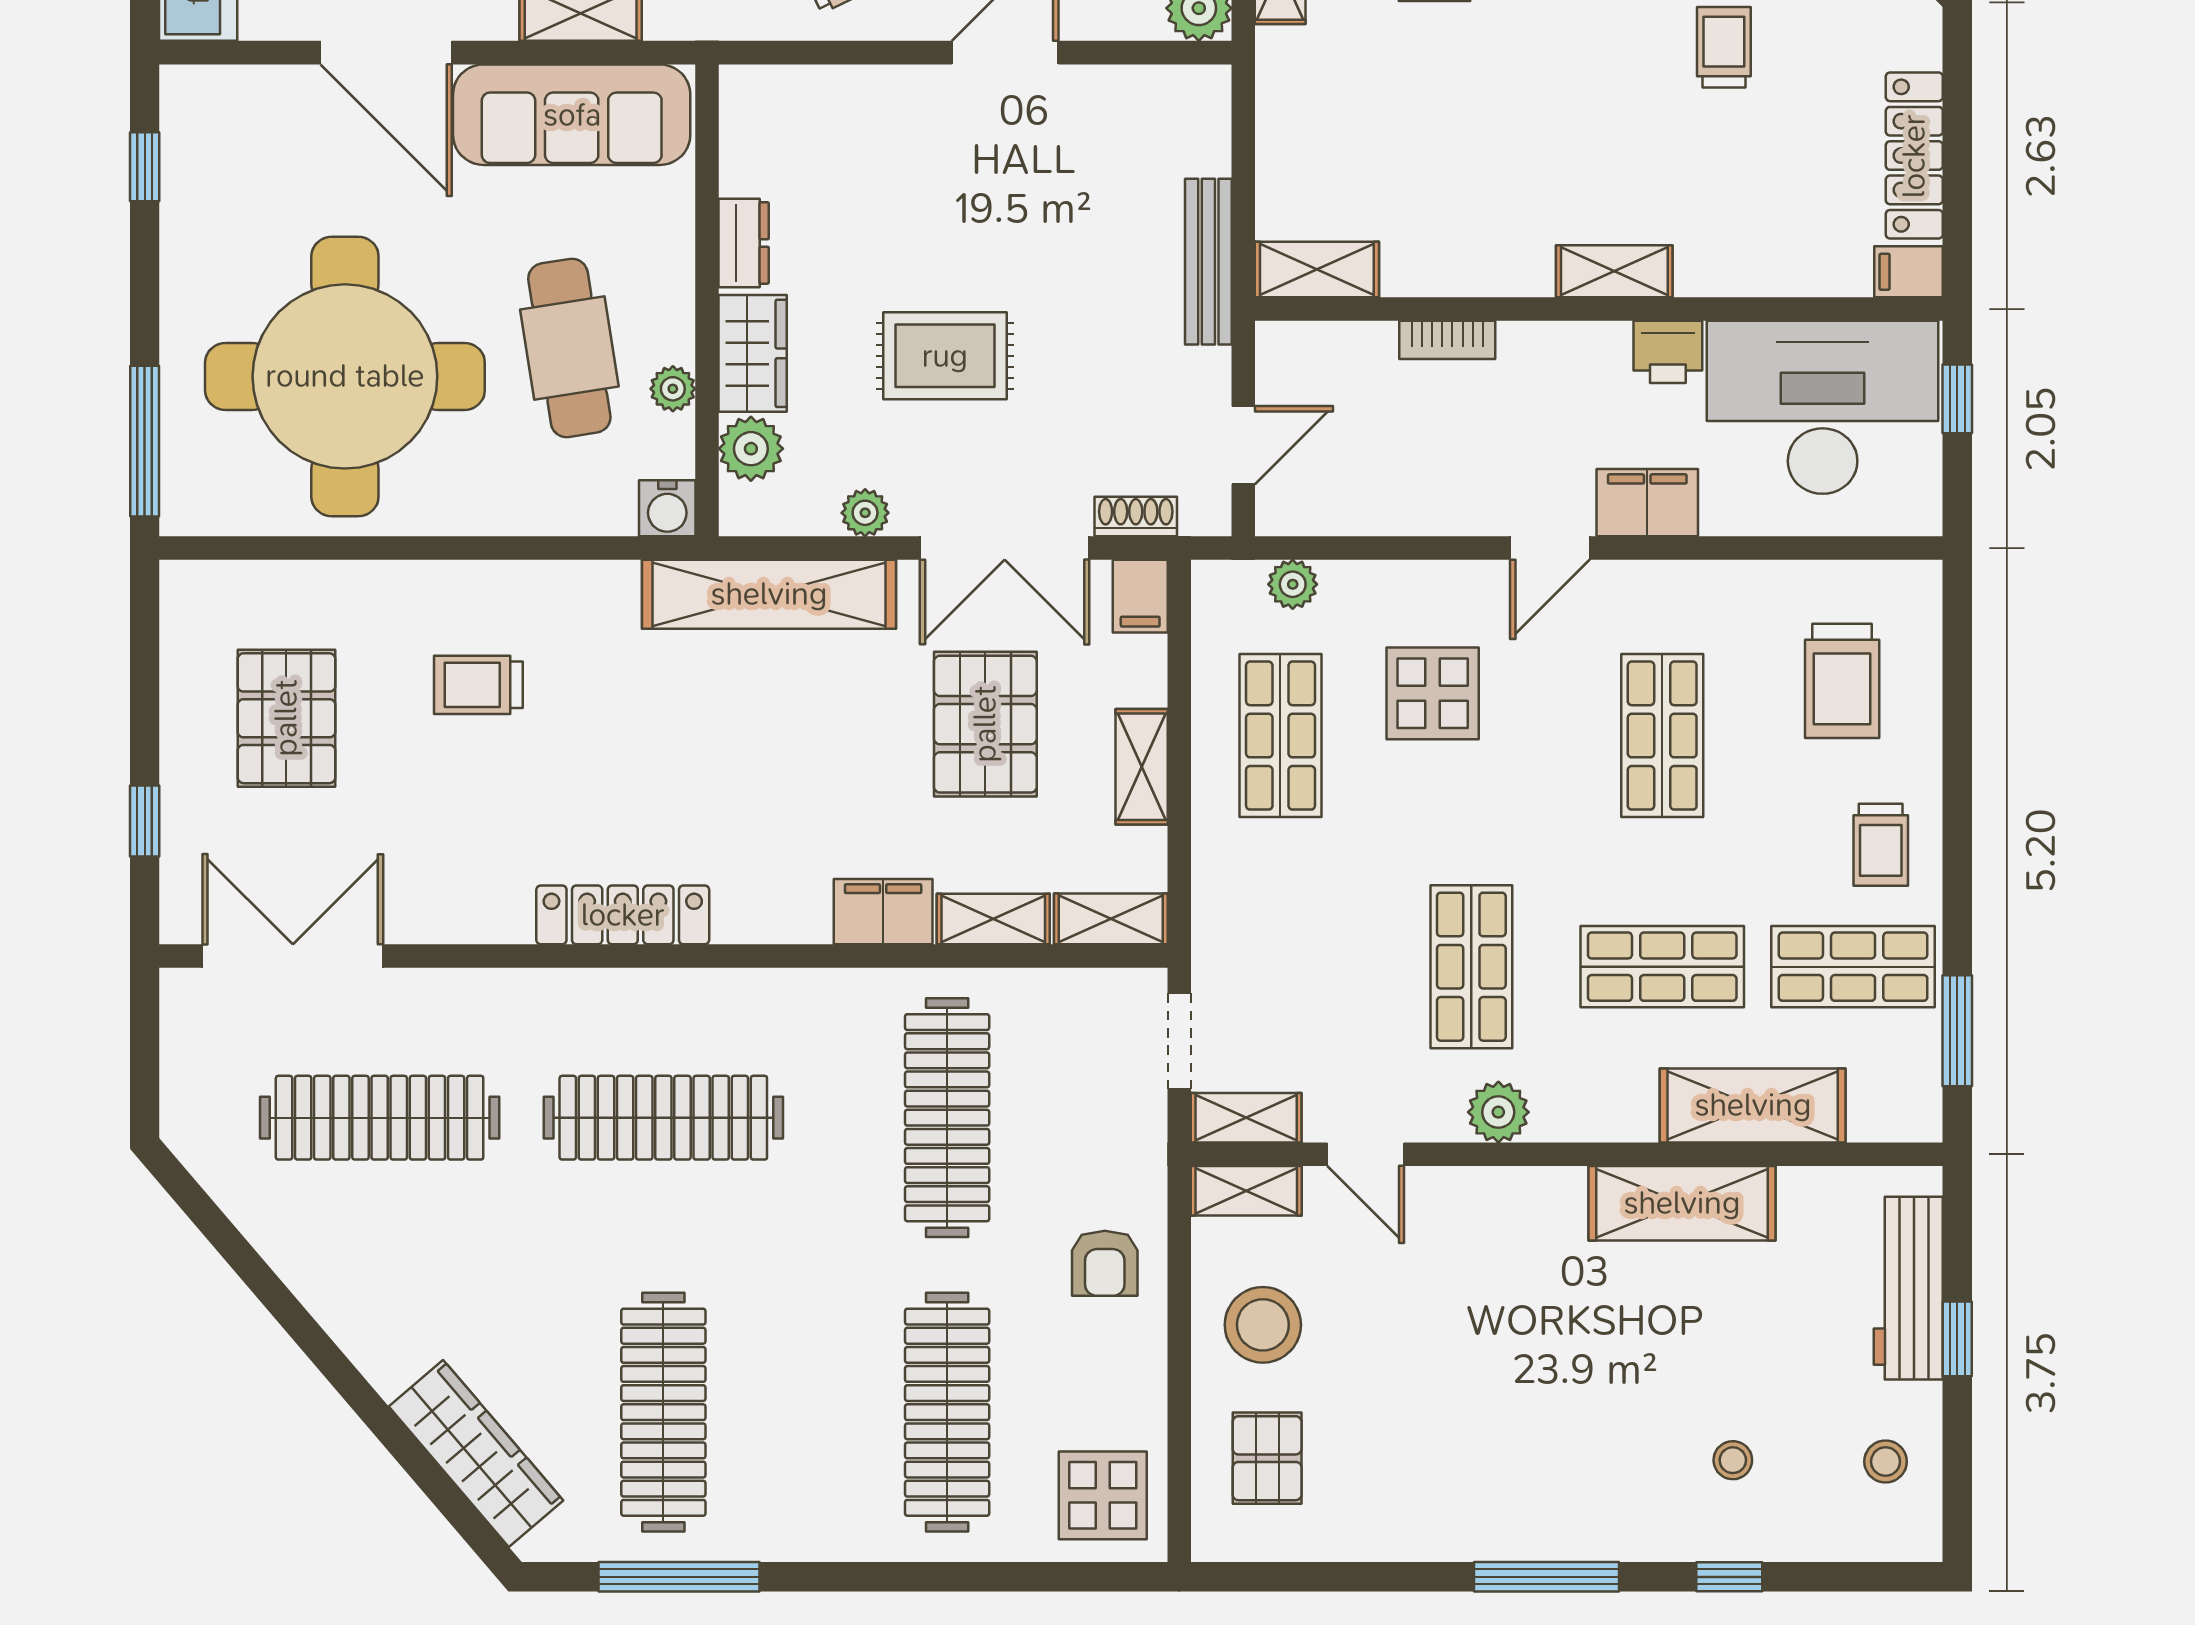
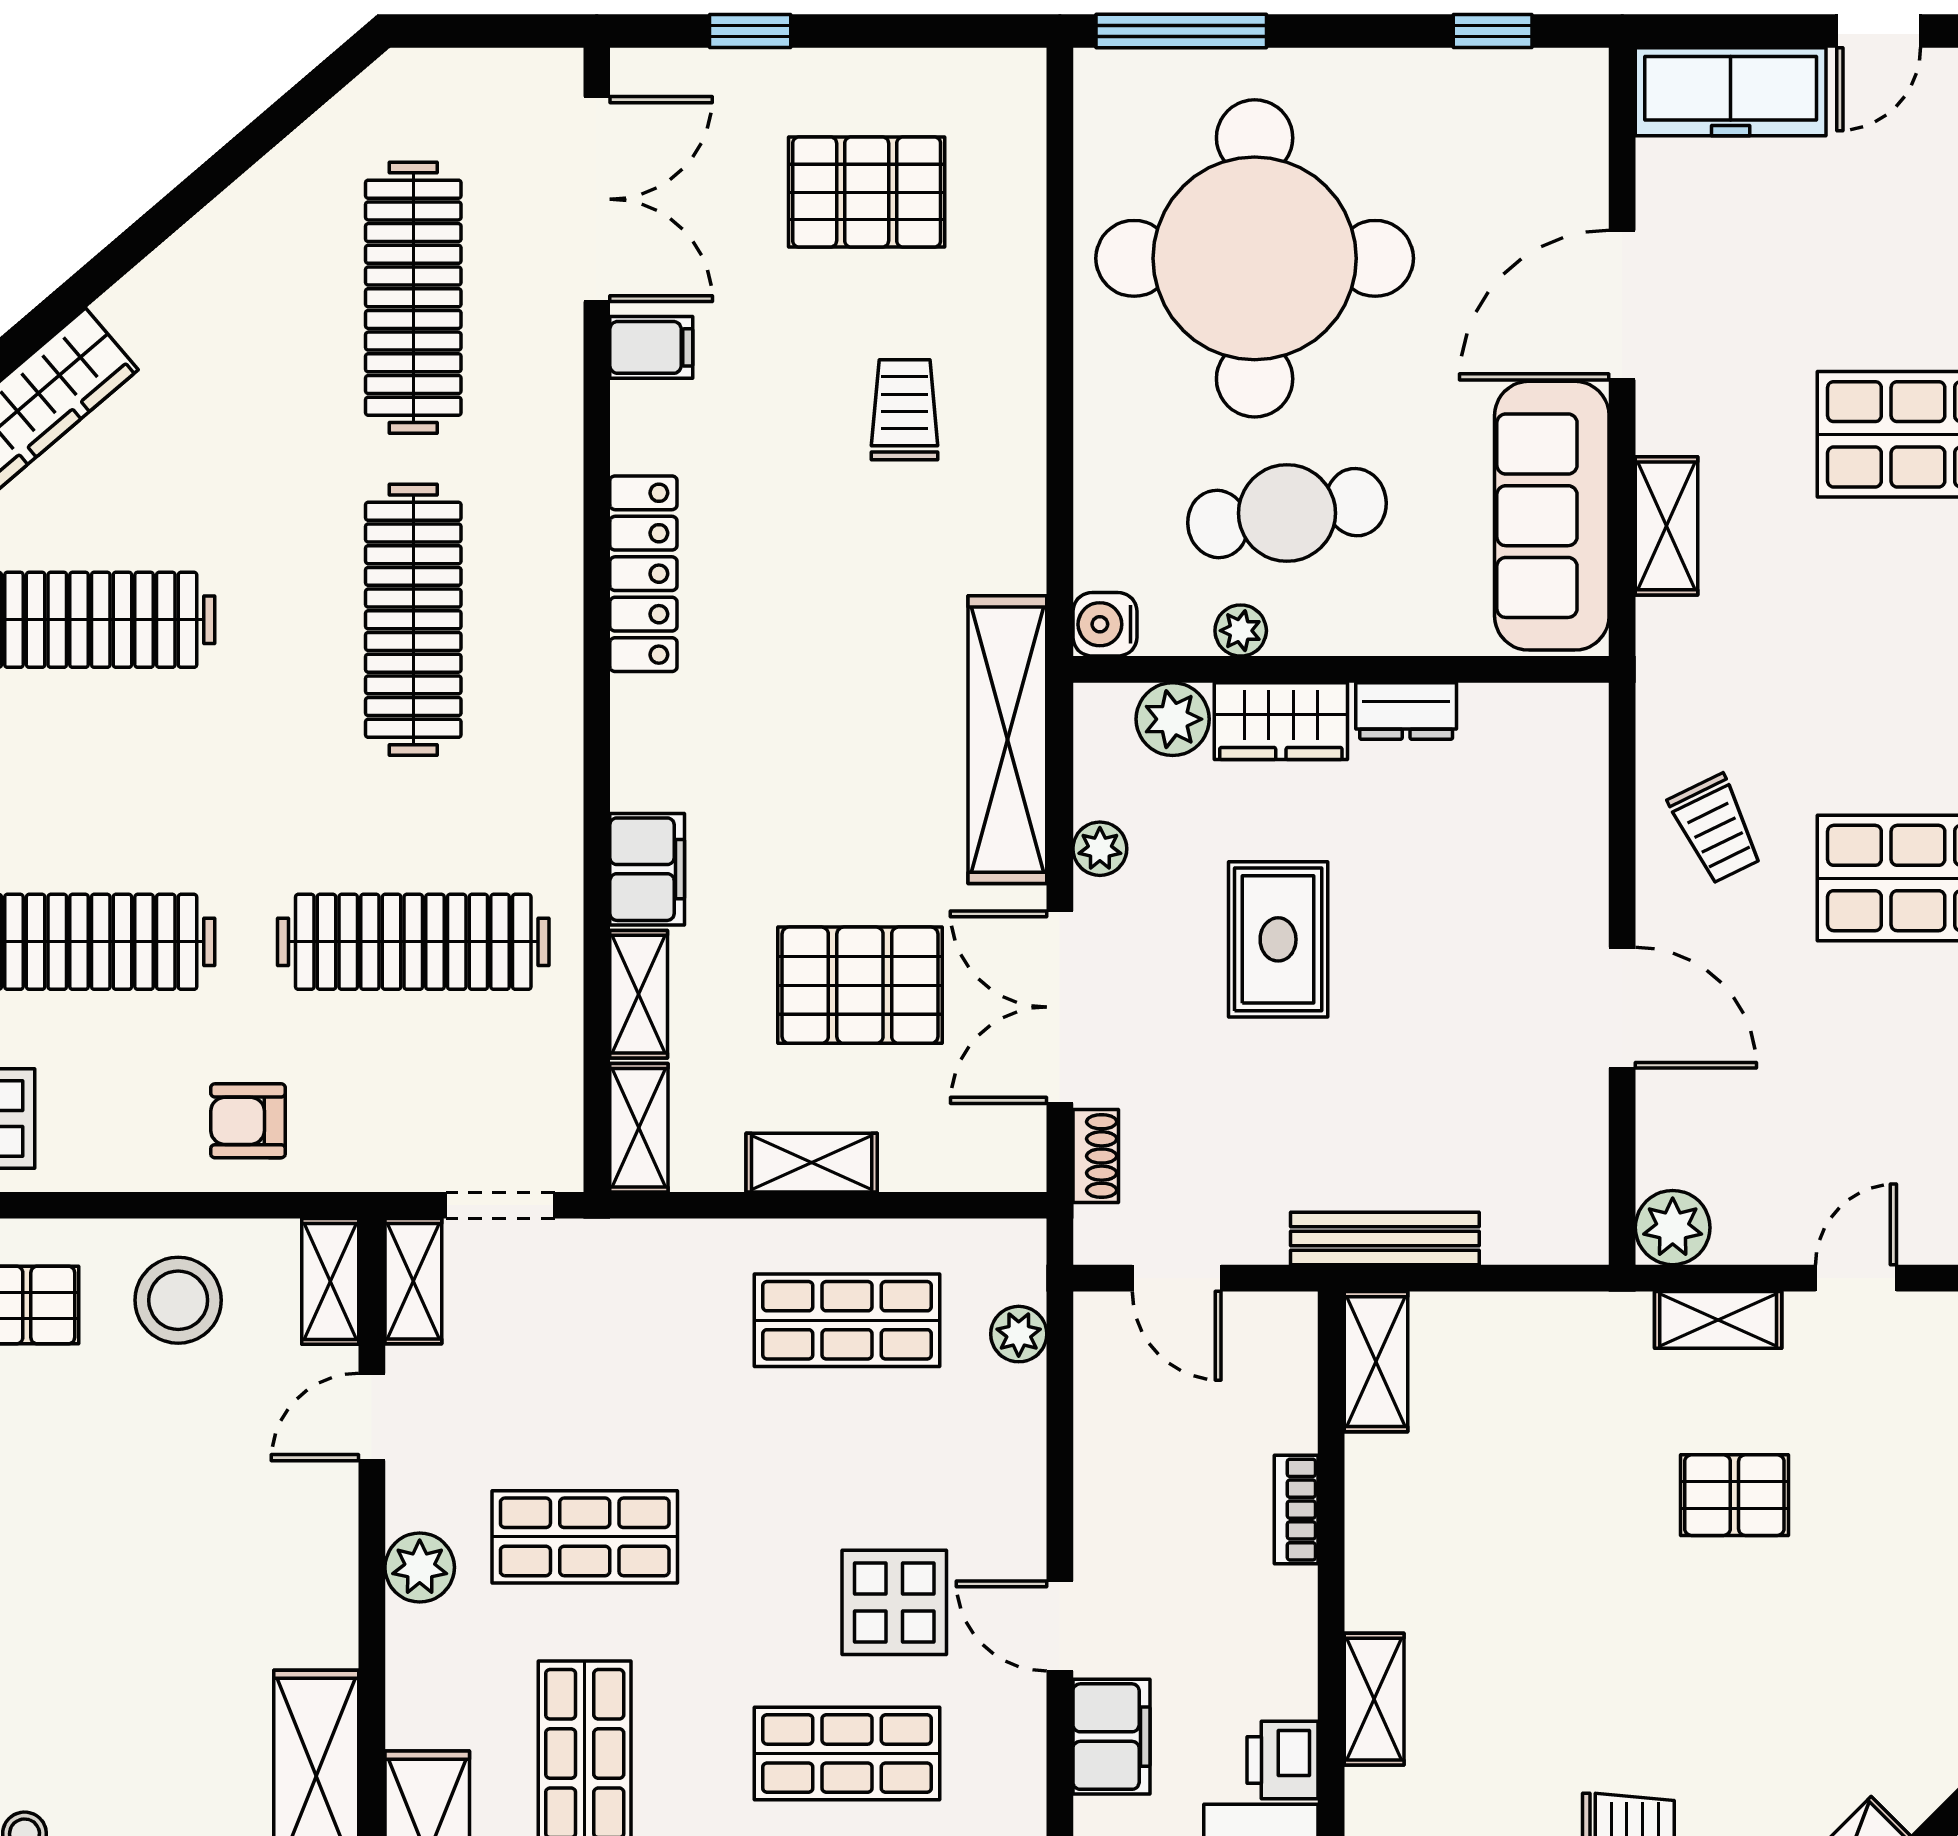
filing cabinet: (1140, 596) -> (651, 347), moved, turned 180
display table: (1433, 693) -> (894, 1602), moved

